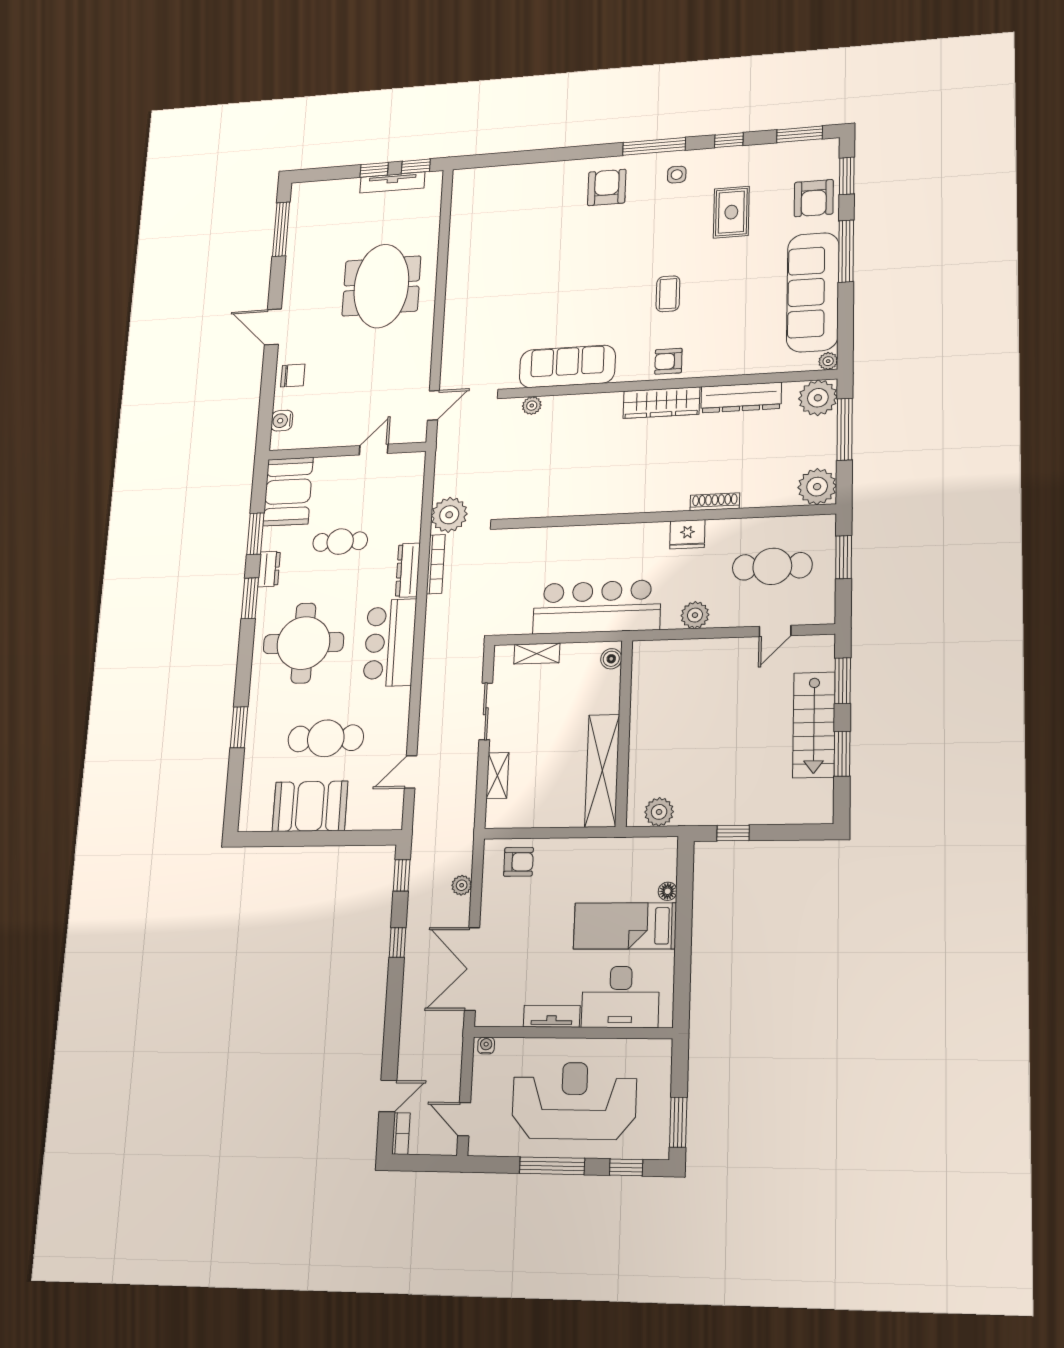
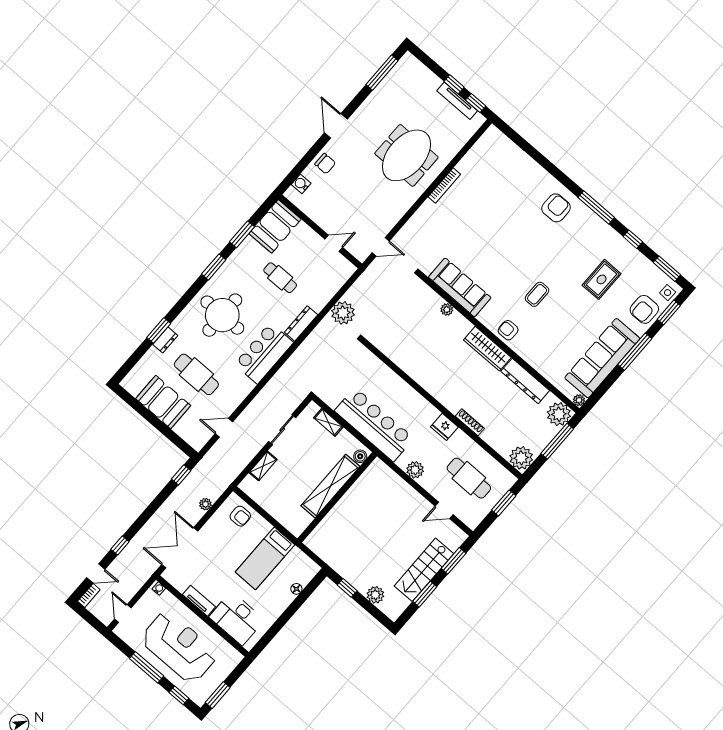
side table: (677, 175) -> (668, 293), moved
plant: (532, 406) -> (447, 310), moved
bookcase: (436, 564) -> (444, 186), moved
dresser: (269, 569) -> (165, 340), moved
shelving: (602, 771) -> (330, 486), moved
plant: (659, 812) -> (375, 595), moved
bed: (625, 926) -> (265, 558), moved, turned -90
window: (398, 942) -> (120, 545), moved

